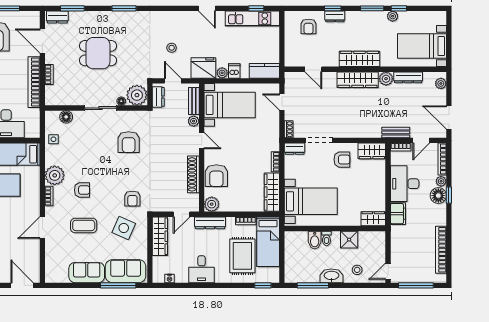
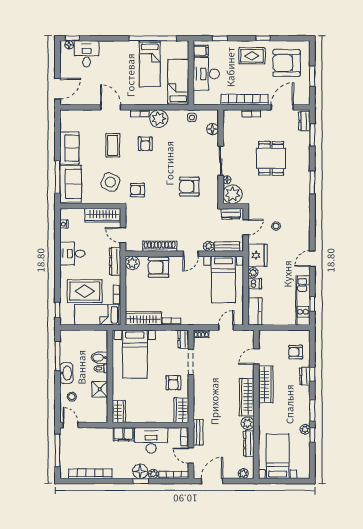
wardrobe: (359, 59) -> (266, 384), moved

